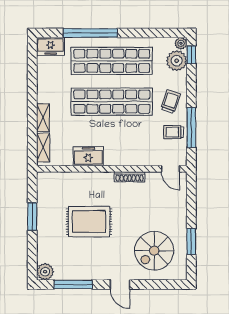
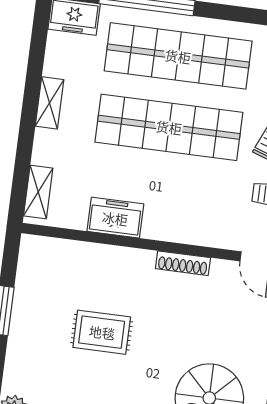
shelving: (43, 118) -> (49, 103), moved
rug: (89, 222) -> (102, 332), width x0.73, depth x0.70

